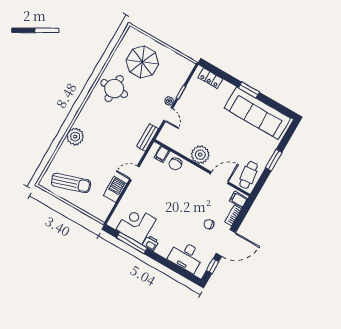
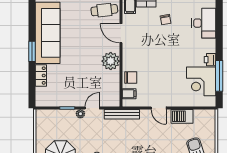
locker: (210, 78) -> (41, 76), moved
bench: (148, 137) -> (122, 114), width x1.36

